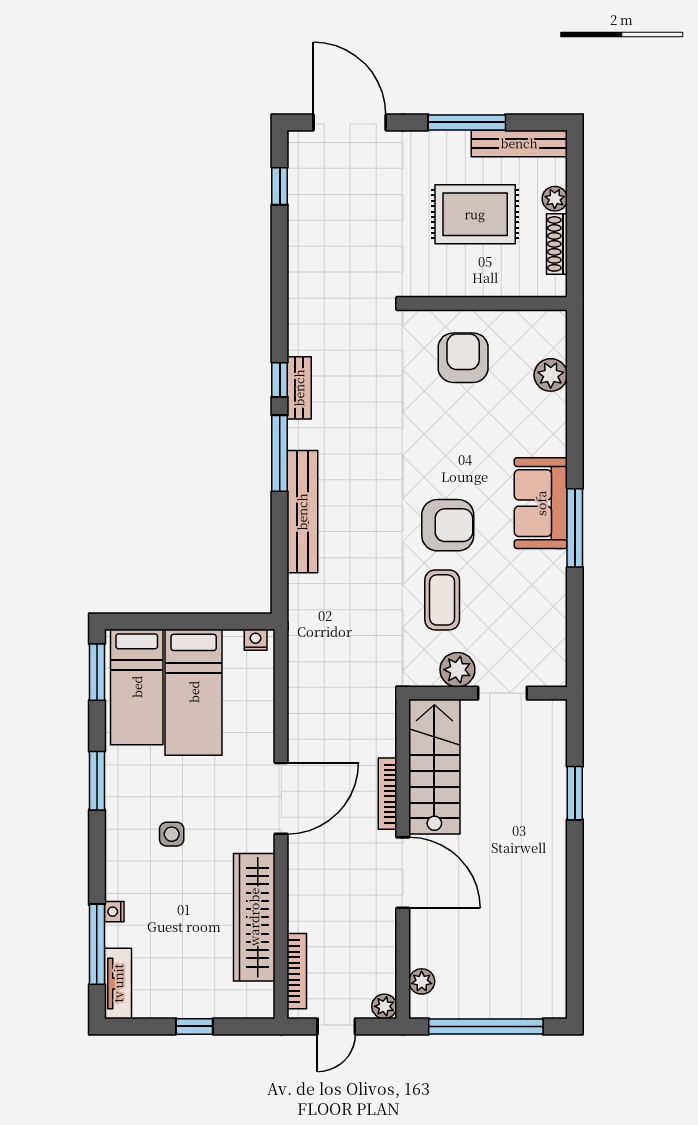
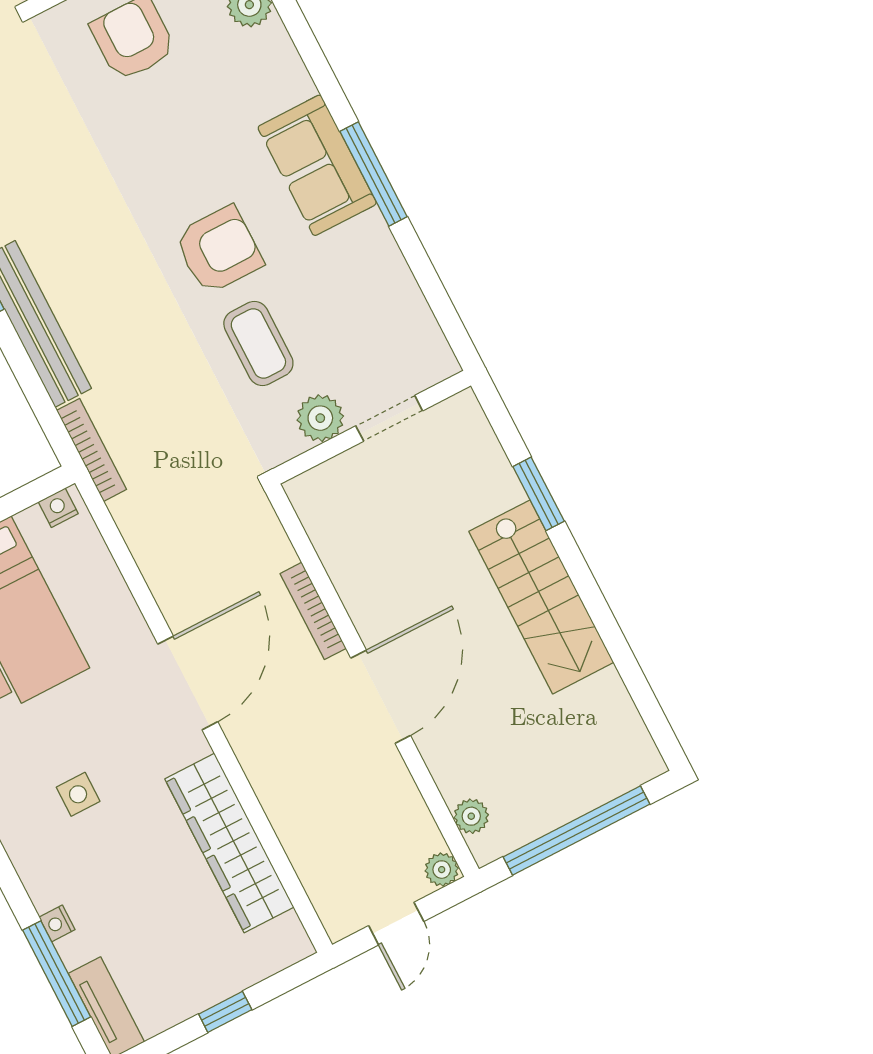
stairs: (434, 767) -> (541, 597), moved, turned 180
door: (403, 873) -> (381, 697), hinge flipped
bookcase: (297, 971) -> (91, 450), moved

